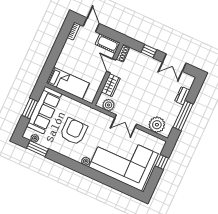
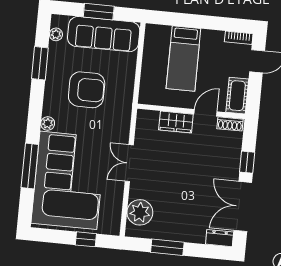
double door: (174, 63) -> (243, 206), width x1.37
bed: (68, 83) -> (183, 59), moved
dresser: (182, 96) -> (220, 238), moved
plant: (109, 105) -> (145, 129), removed
window: (183, 116) -> (167, 247), width x0.69
window: (37, 149) -> (40, 63), moved
window: (107, 180) -> (30, 166), added

